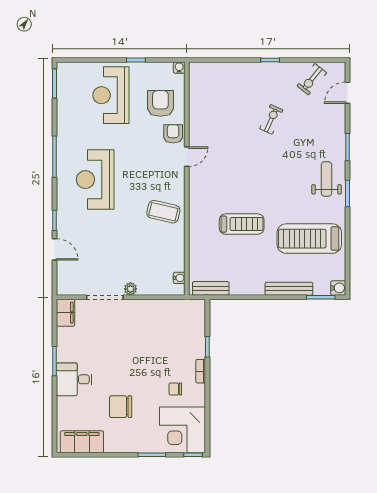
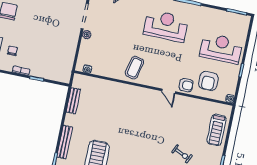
armchair: (160, 103) -> (208, 81), turned 90
treadmill: (242, 224) -> (217, 130), moved
bench: (211, 288) -> (73, 101), moved

